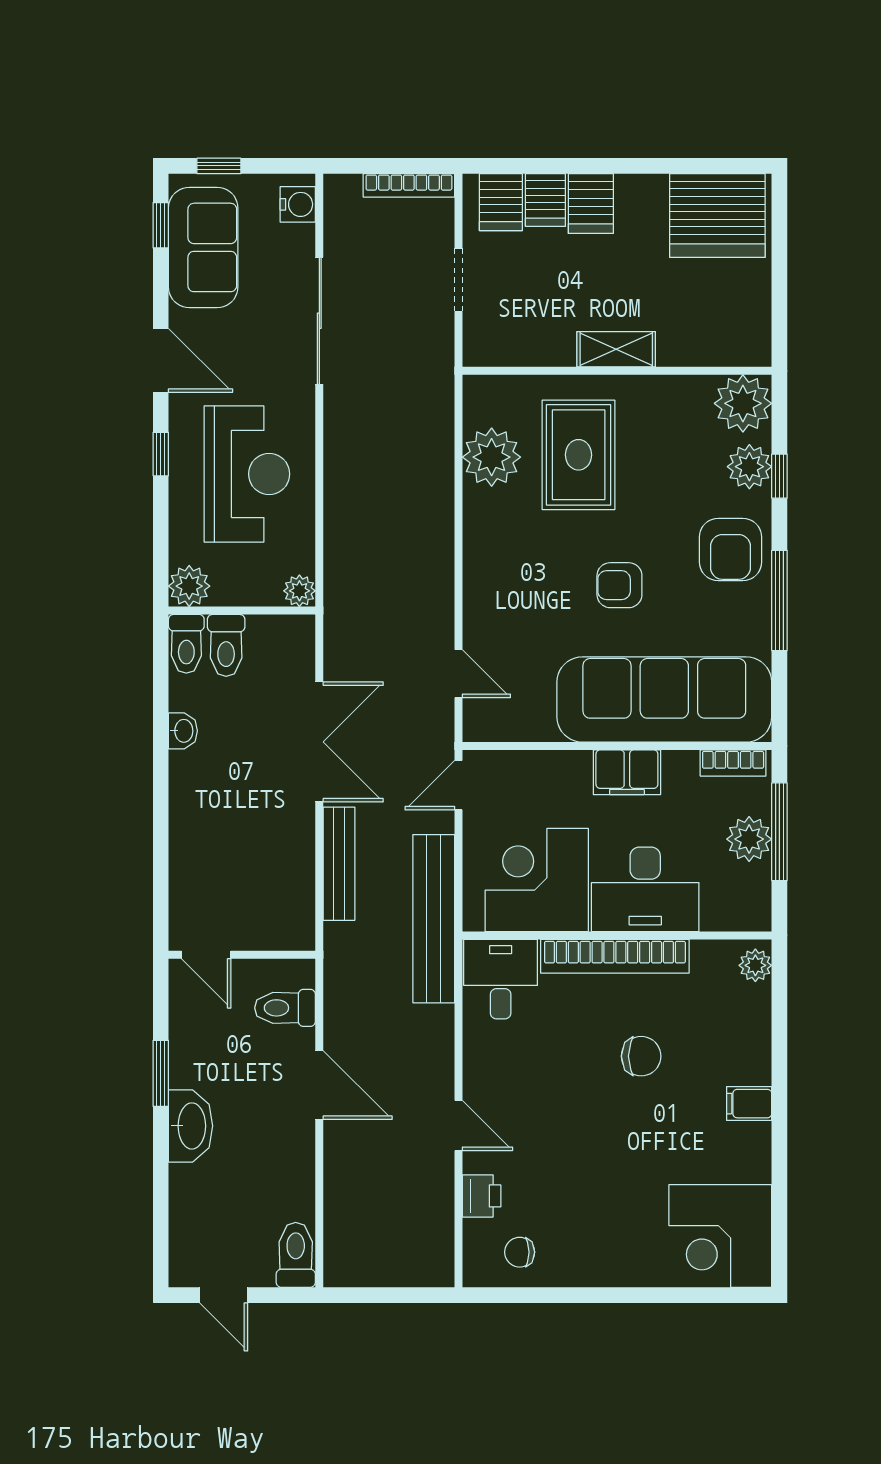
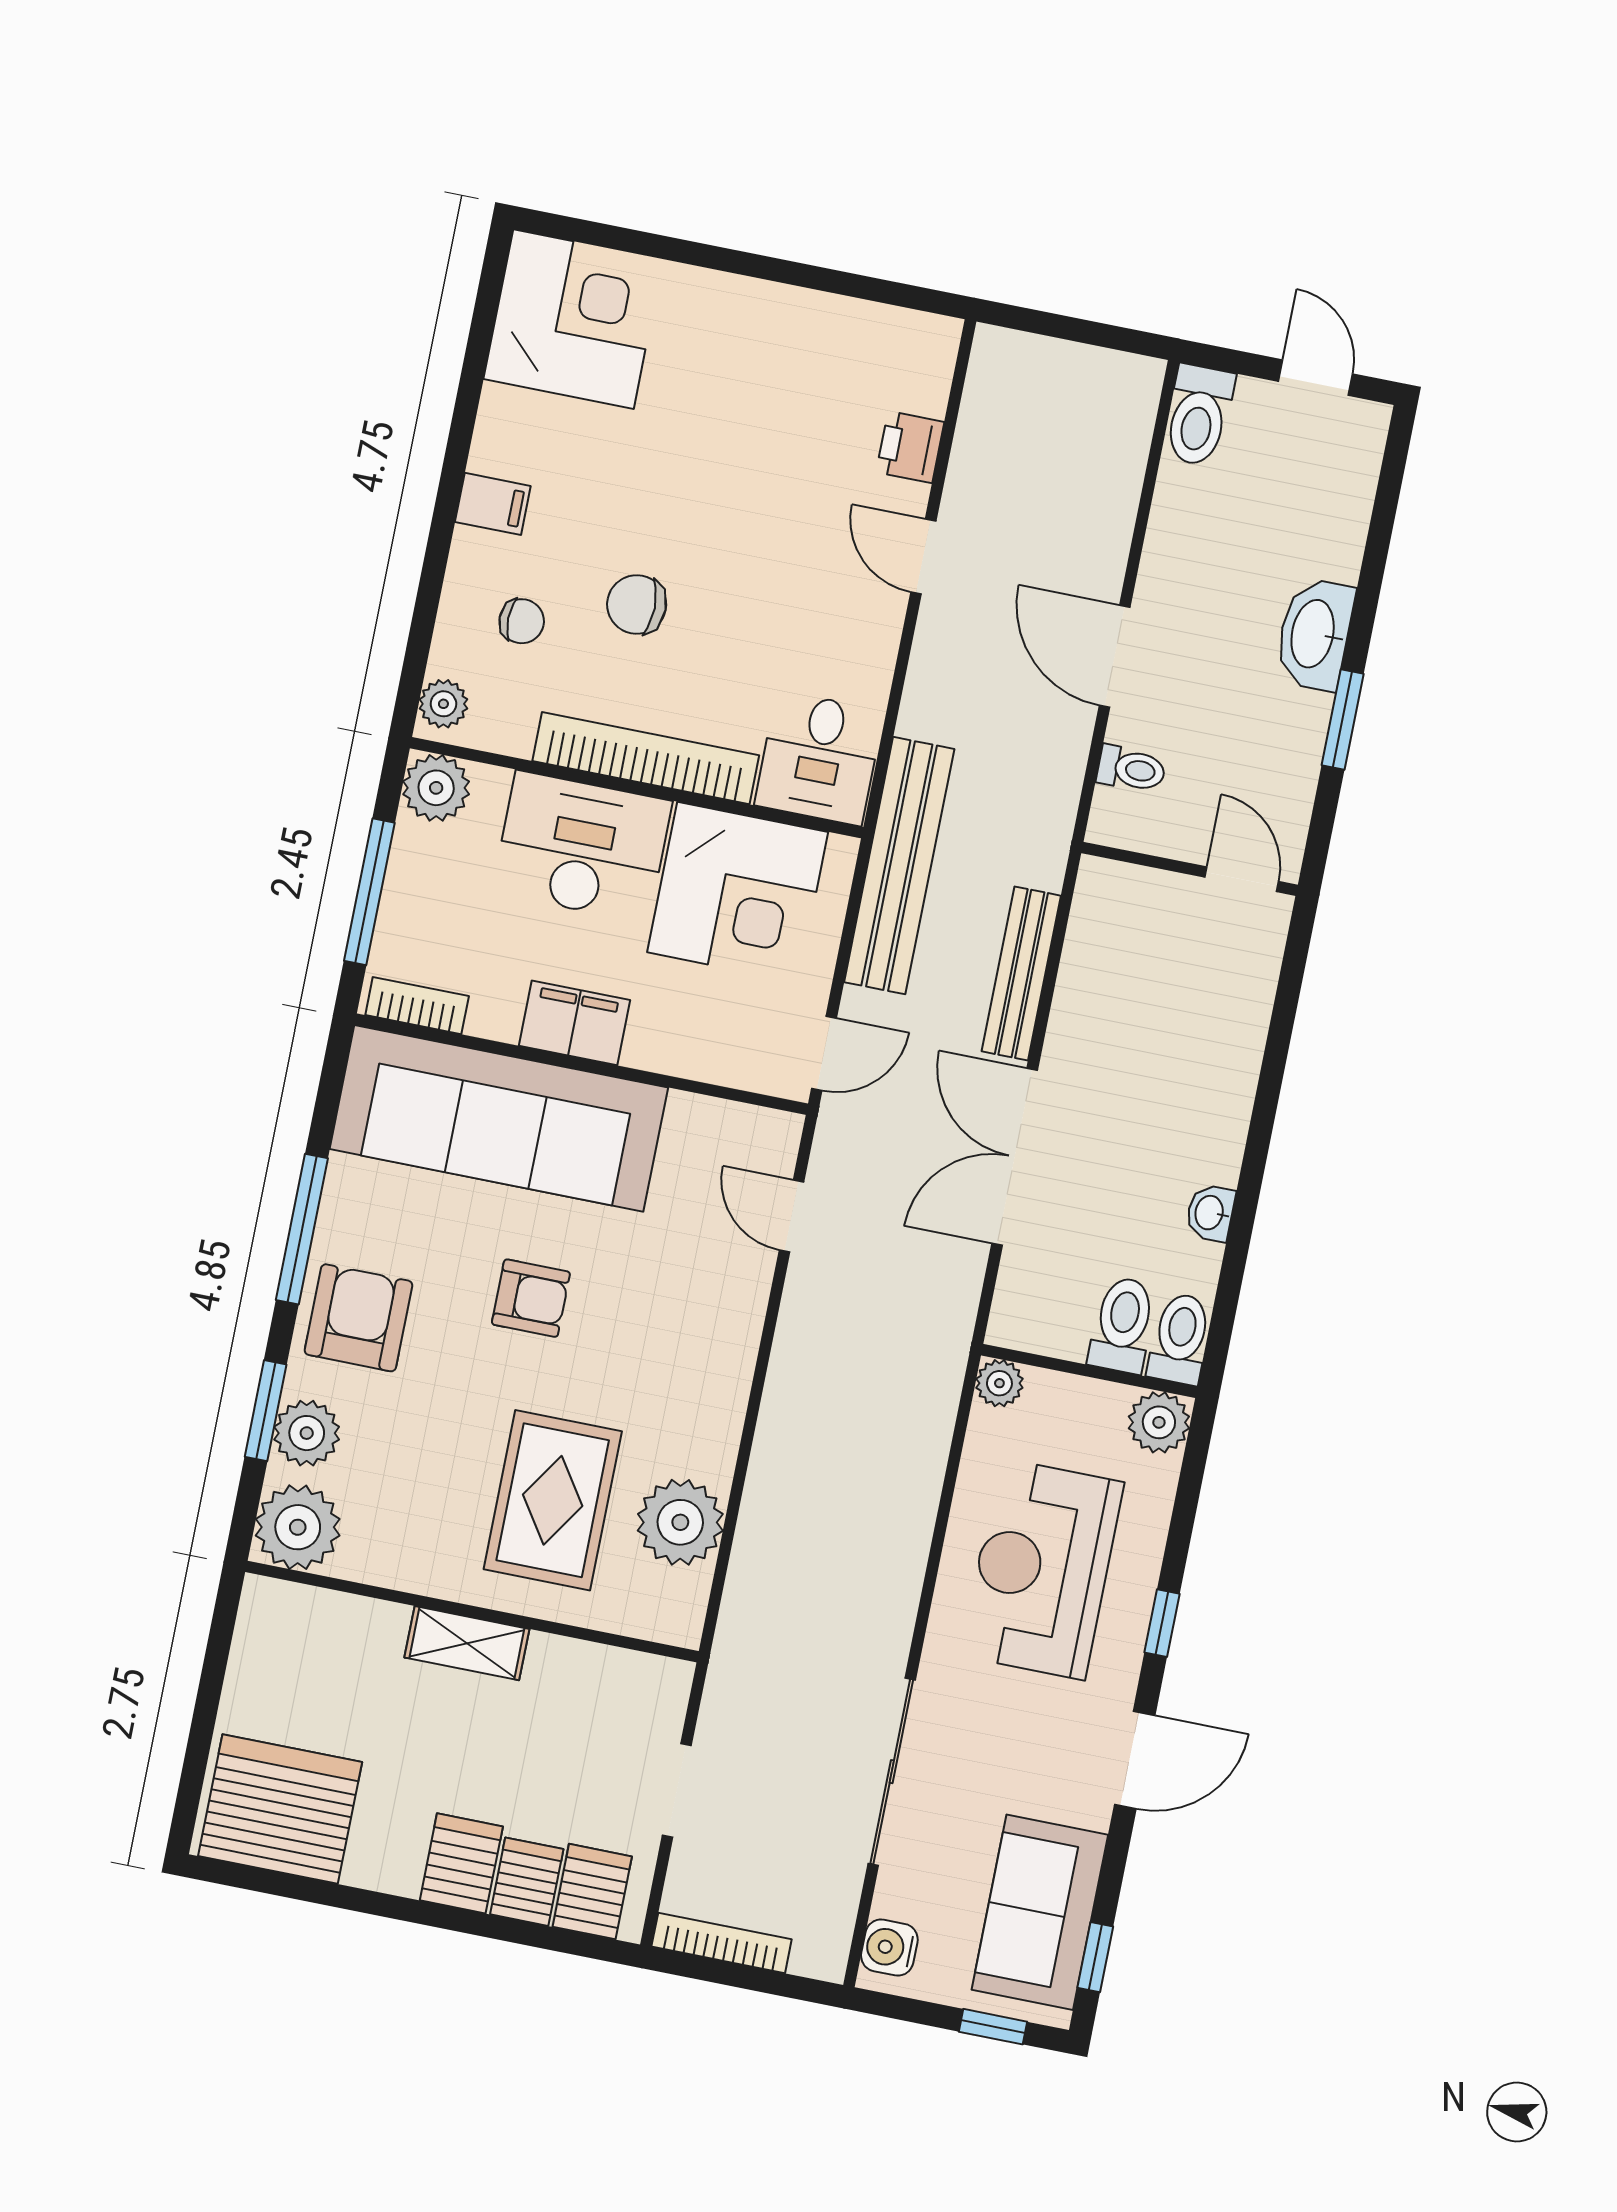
door: (161, 360) -> (1135, 1760), swing flipped
window: (779, 476) -> (266, 1411), width x1.50
plant: (749, 839) -> (436, 788), moved
toilet: (285, 1008) -> (1131, 769), width x0.73, depth x0.72
chair: (520, 1252) -> (522, 621), moved

